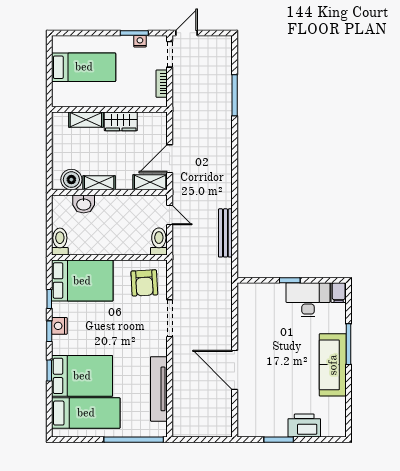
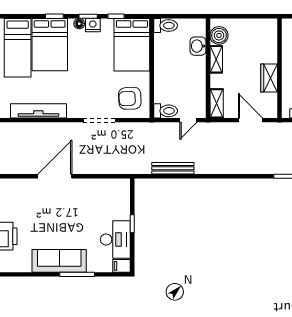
shelving: (86, 120) -> (271, 48), removed
door: (170, 159) -> (250, 120), moved
floor lamp: (58, 342) -> (79, 24), added

